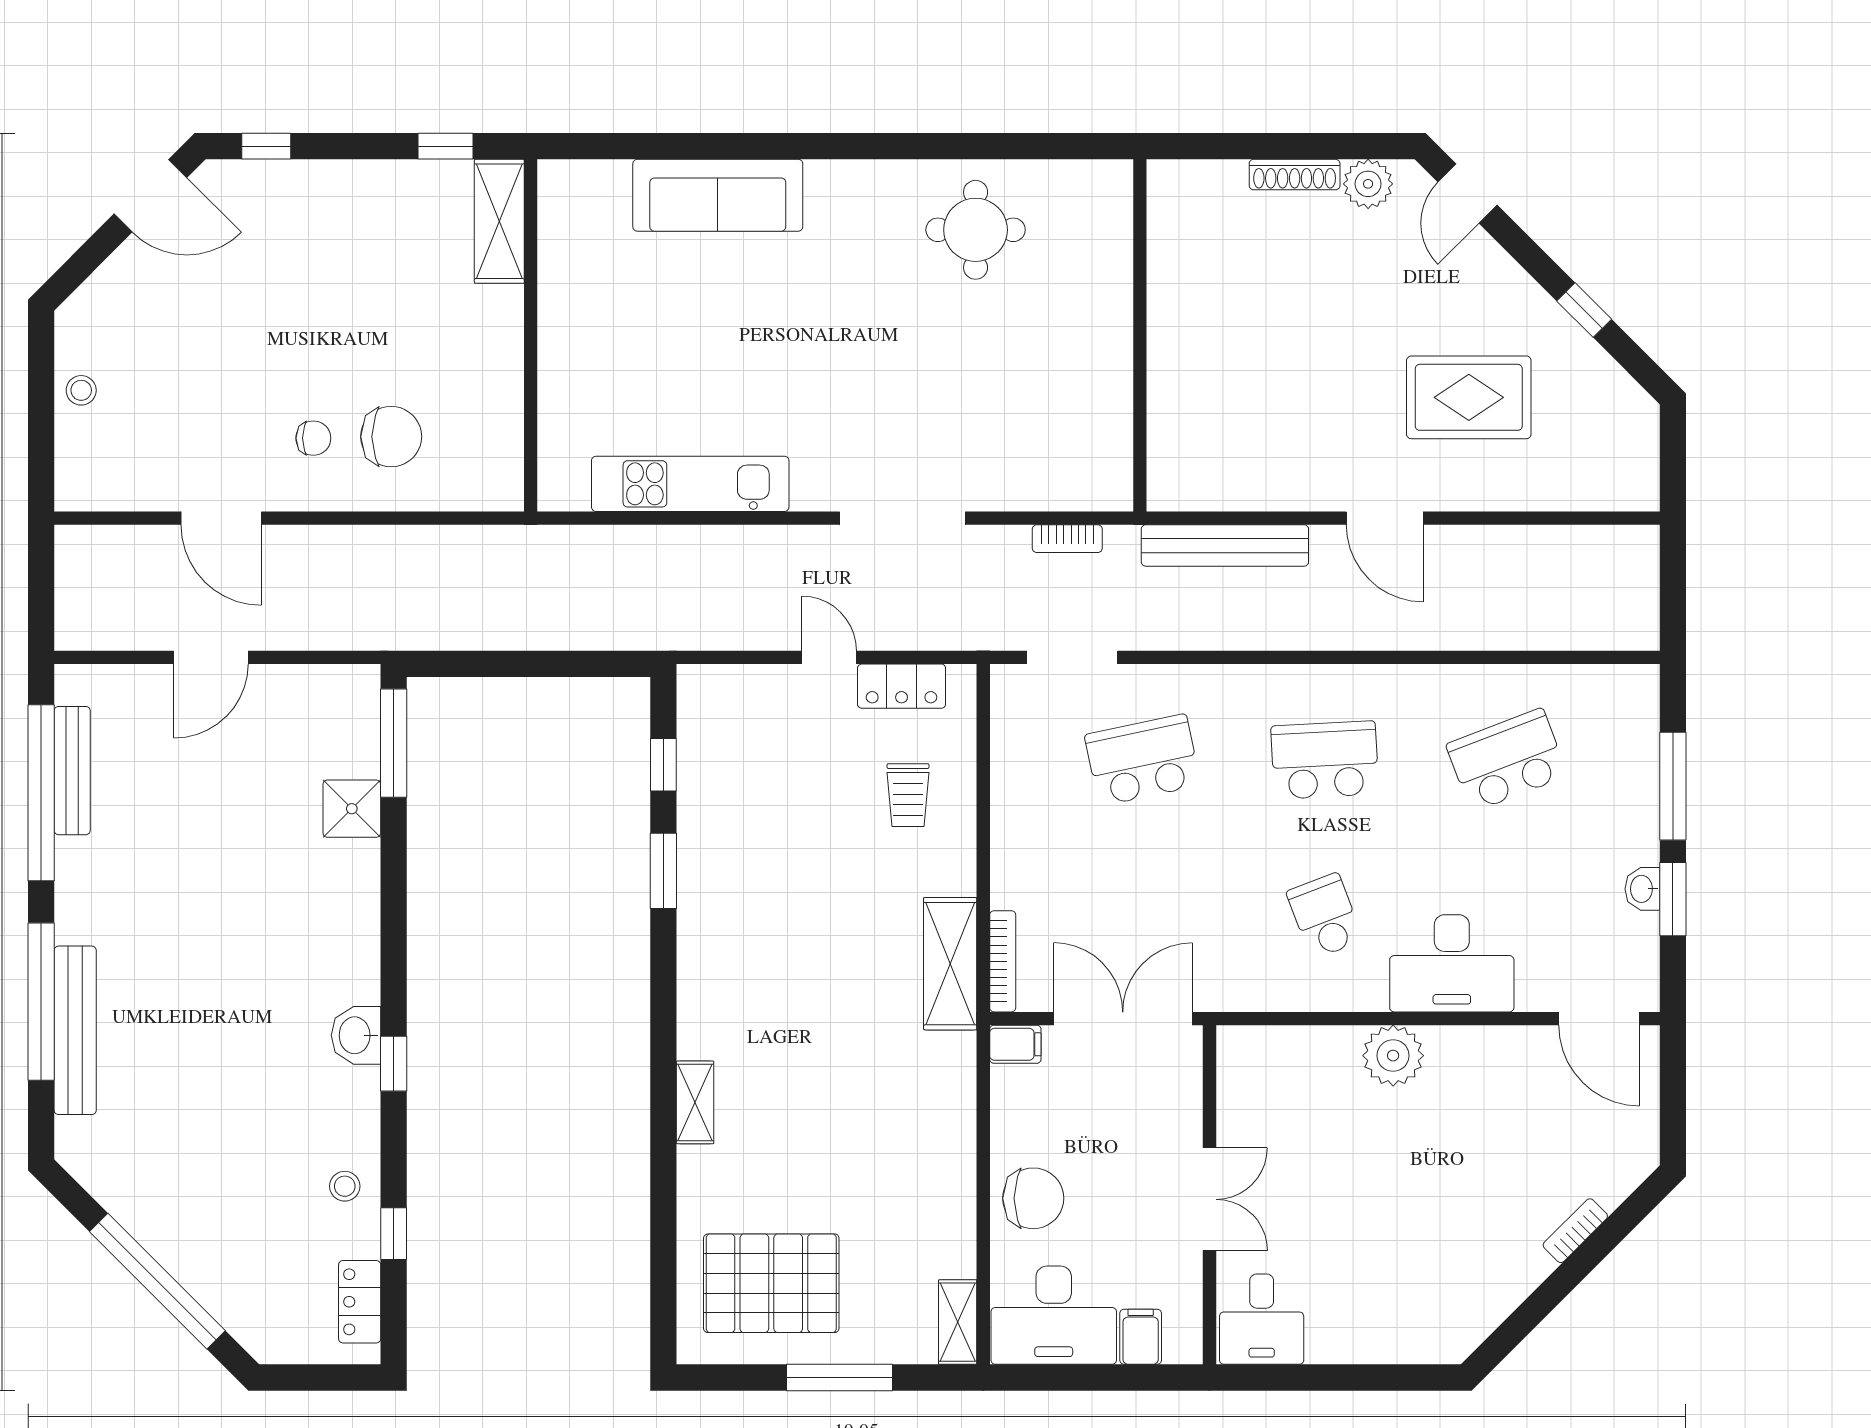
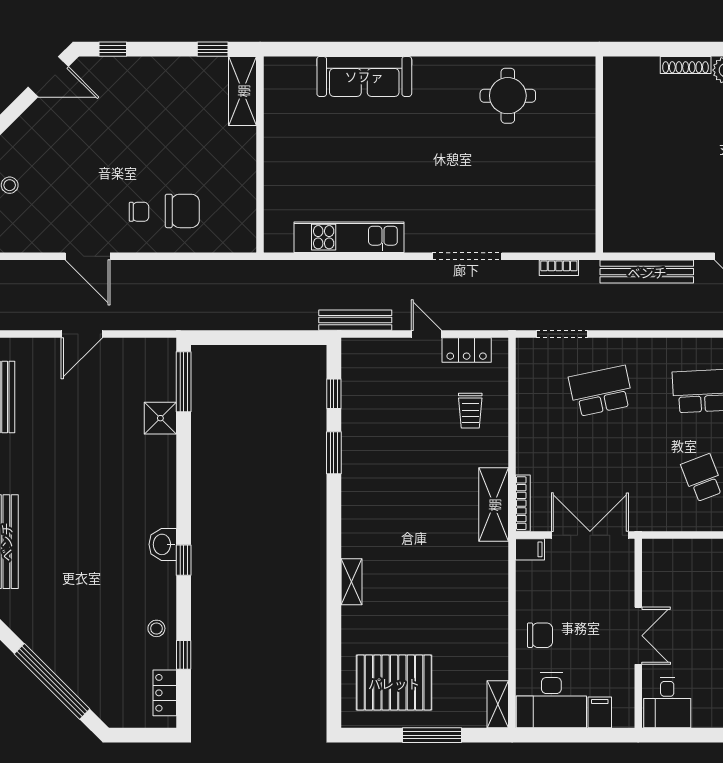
bench: (702, 633) -> (355, 320), added
chair: (1033, 1198) -> (540, 635), width x0.73, depth x0.73

